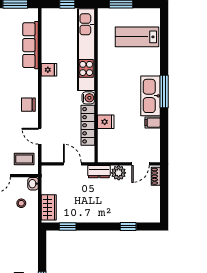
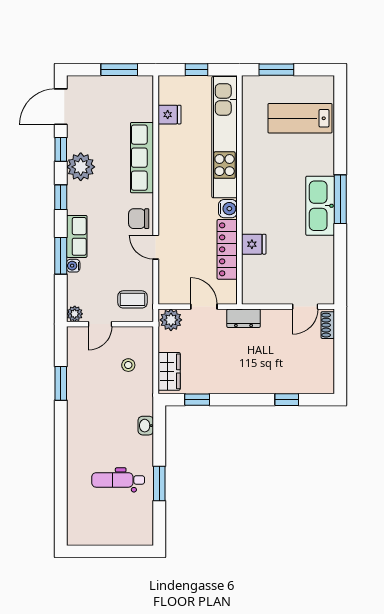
row of seats: (31, 45) -> (142, 158), moved
fridge: (49, 70) -> (169, 115), moved
filing cabinet: (153, 123) -> (323, 245), removed
door: (40, 136) -> (156, 247), moved
plant: (119, 173) -> (171, 320), moved
washbasin: (33, 184) -> (146, 426), moved

